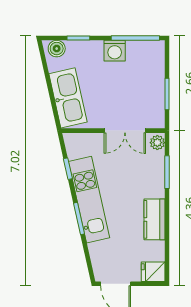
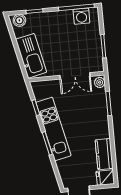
washing machine: (115, 51) -> (81, 16), moved
kitchen counter: (154, 219) -> (104, 154), moved

